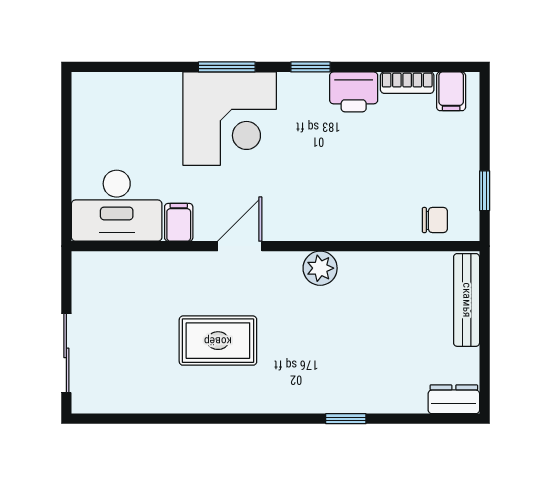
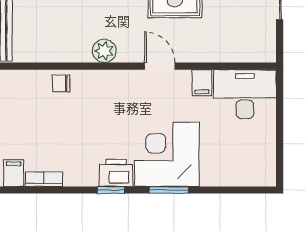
printer: (354, 92) -> (116, 173), moved
chair: (435, 220) -> (61, 83), moved
door: (240, 246) -> (160, 66), swing flipped

